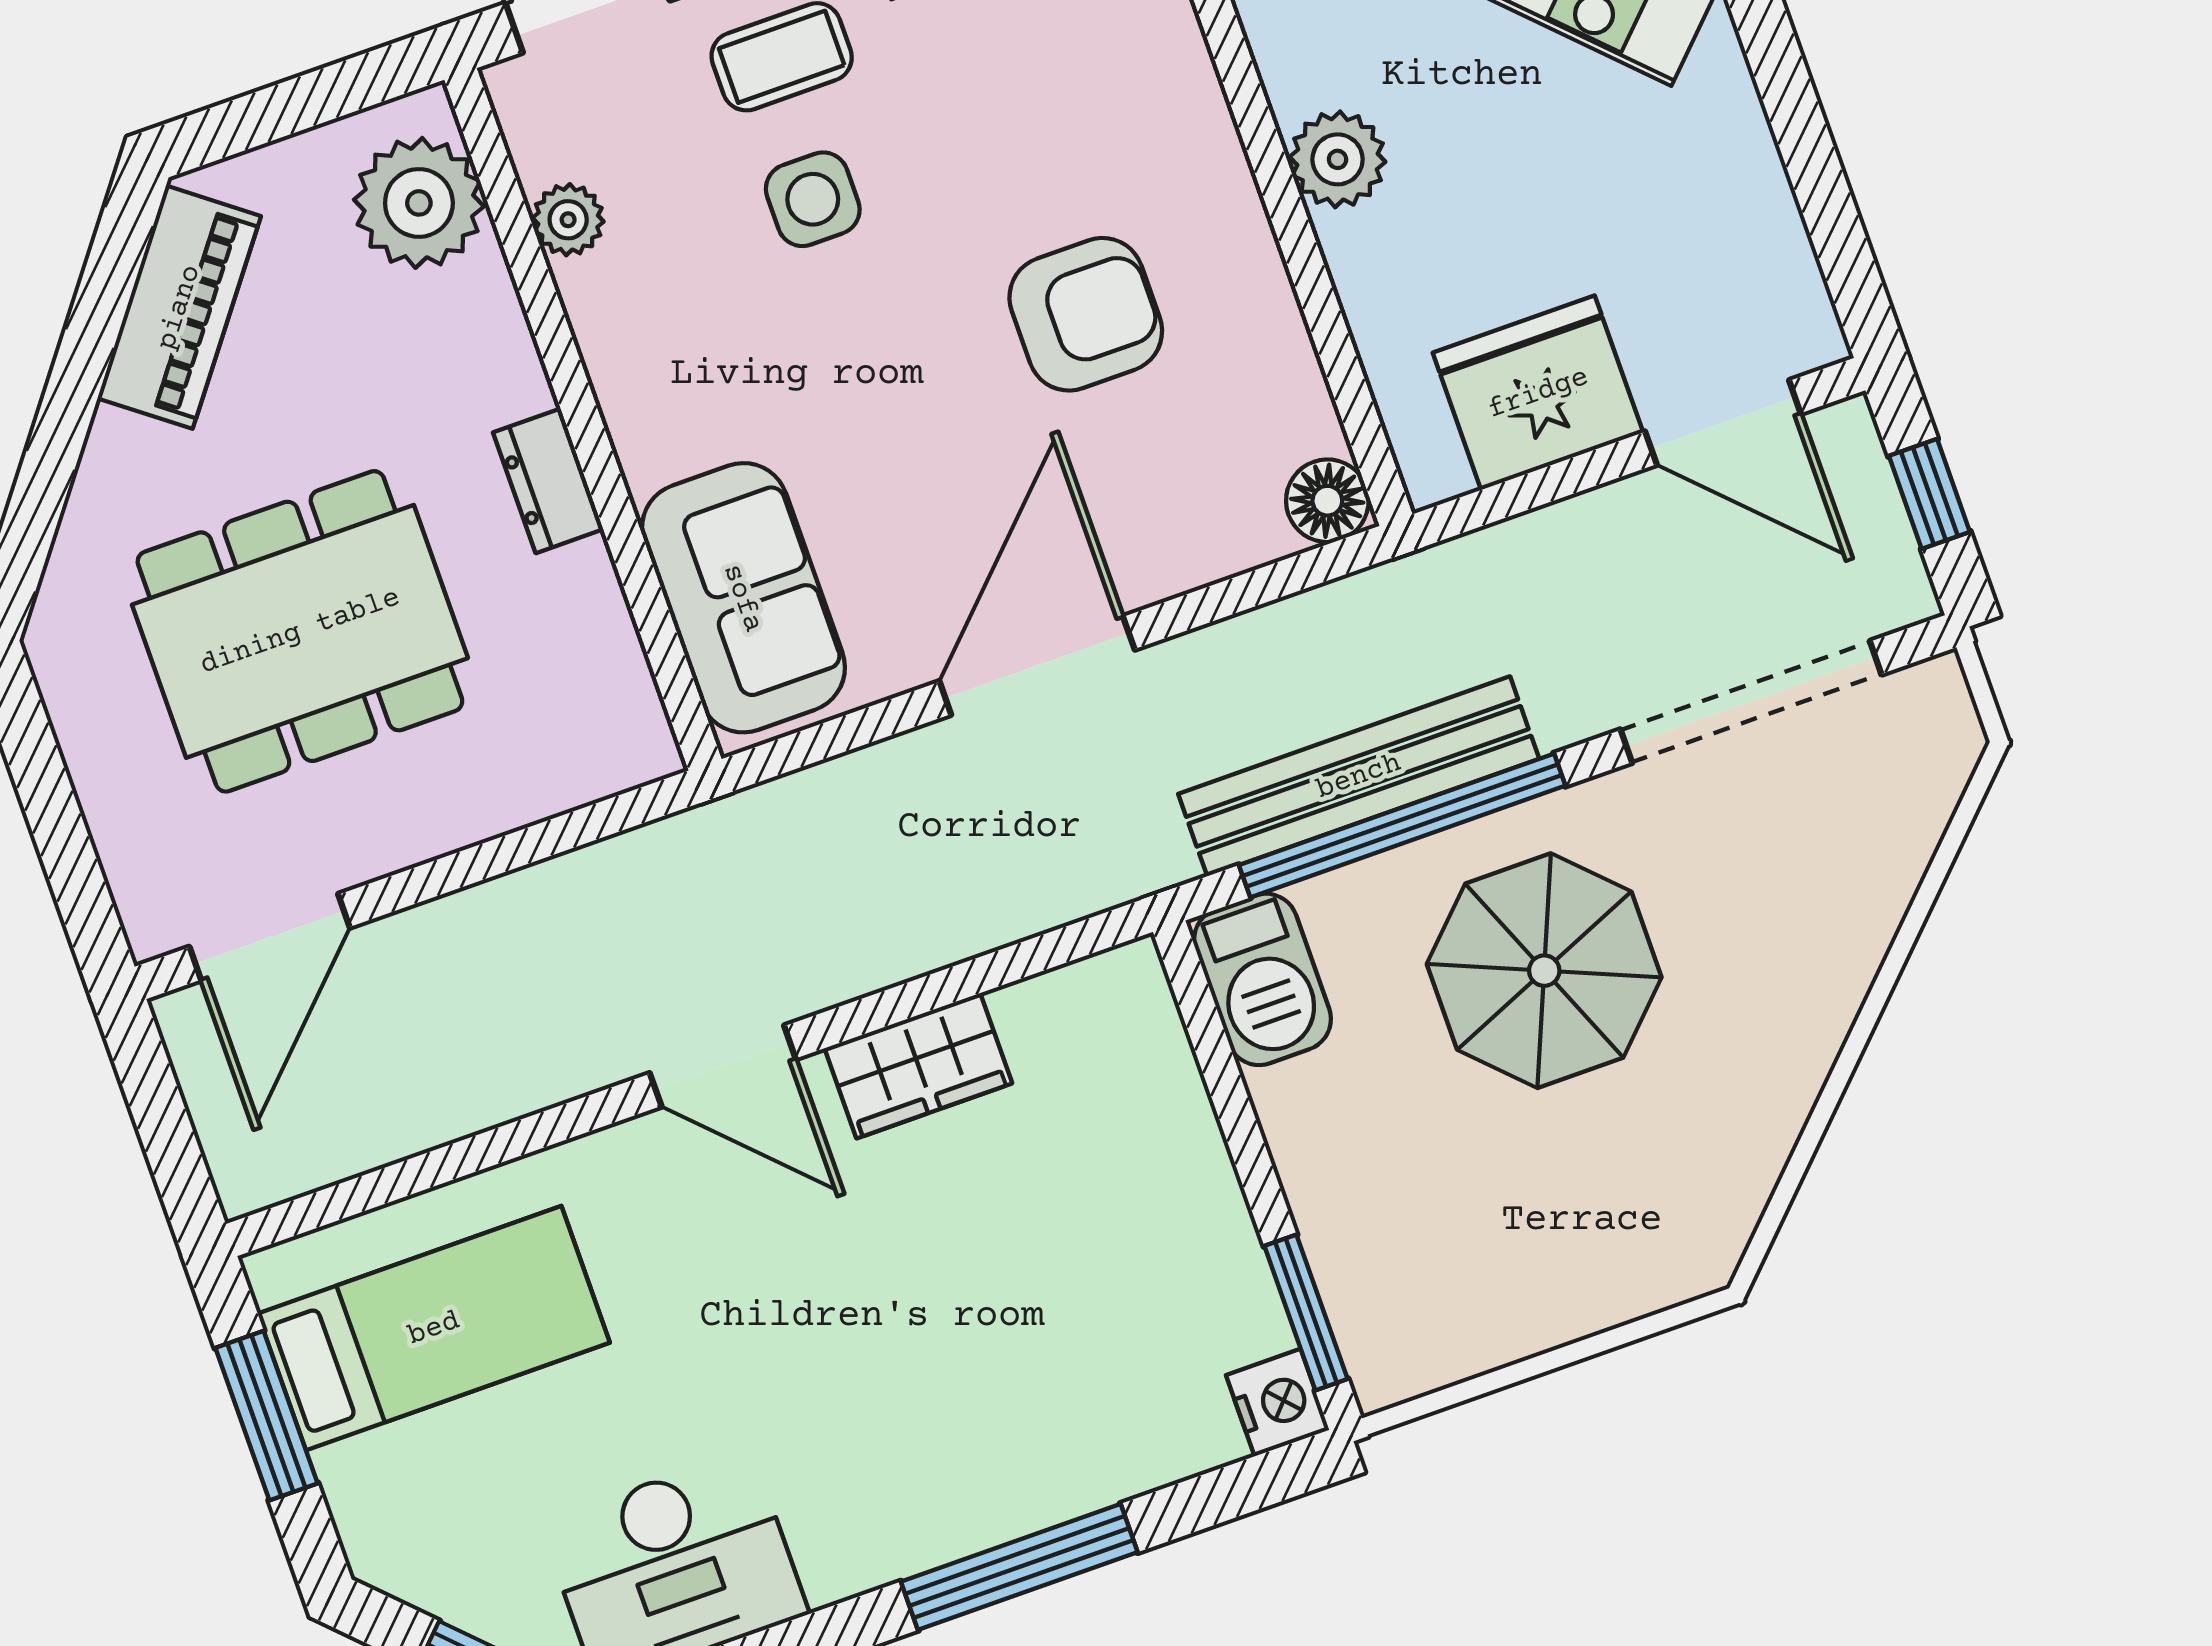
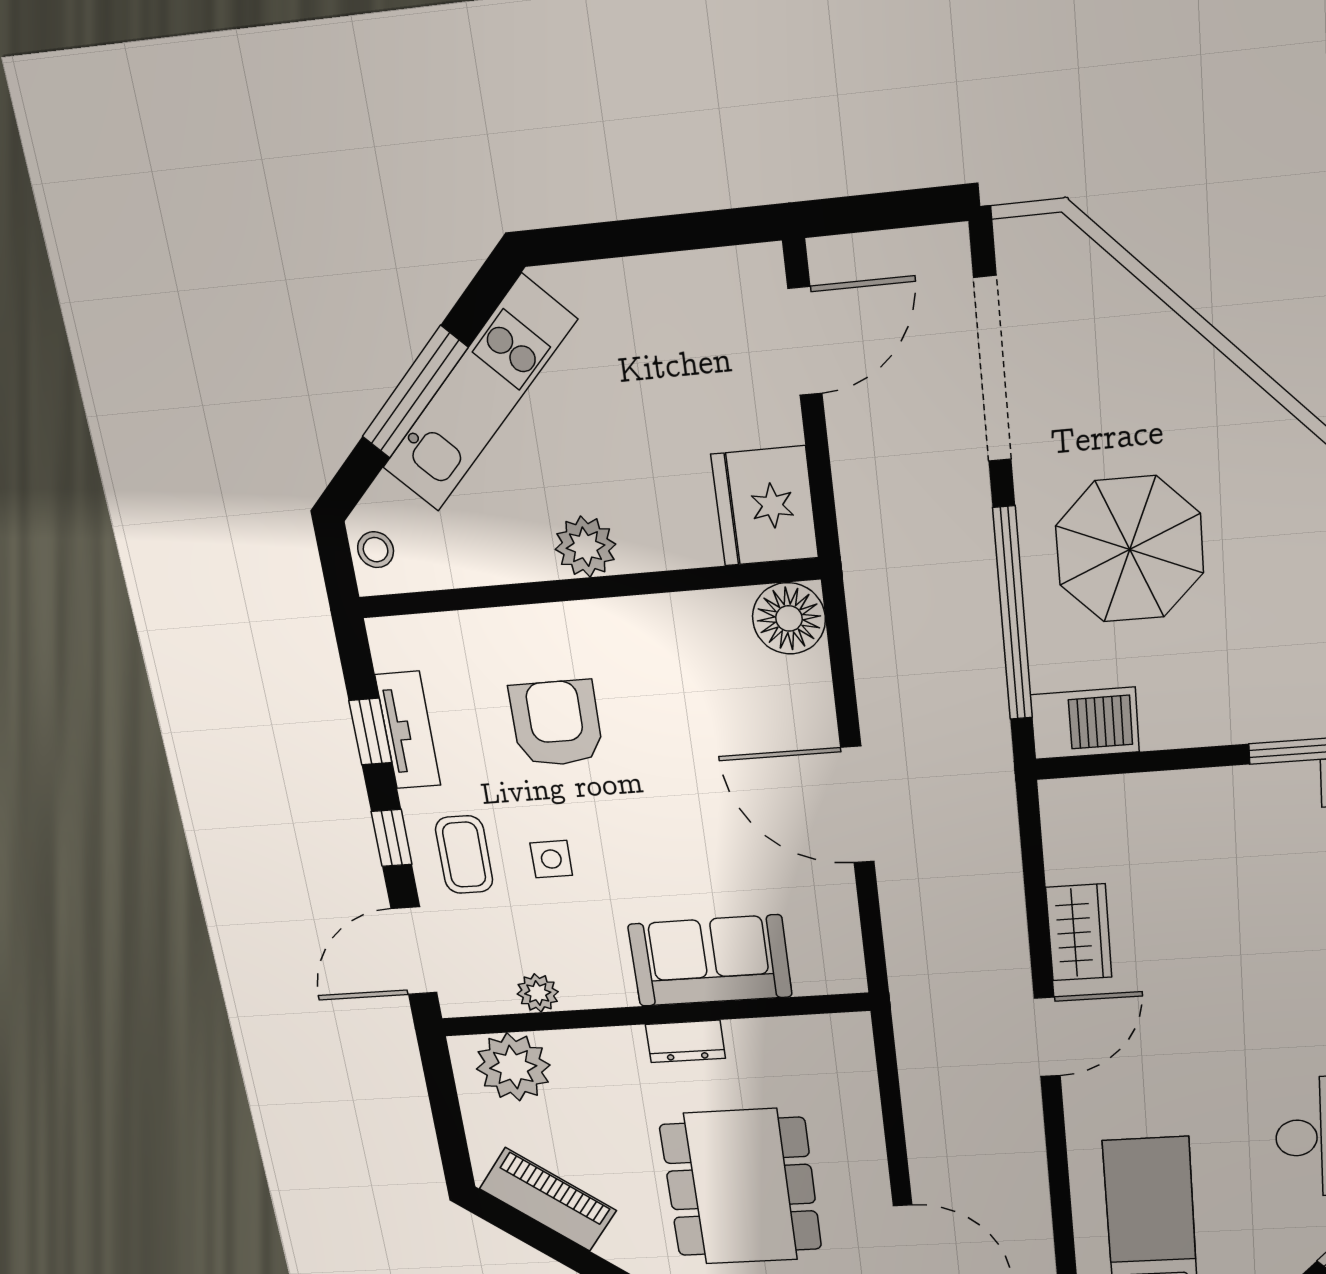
side table: (813, 199) -> (551, 859), width x0.73, depth x0.73
armchair: (1086, 314) -> (556, 723), moved
fridge: (1538, 393) -> (765, 506), moved
window: (1929, 494) -> (884, 211), removed
floor lamp: (1327, 501) -> (789, 618), width x1.38, depth x1.38
sofa: (743, 598) -> (710, 961), moved
bench: (1359, 776) -> (975, 633), removed

